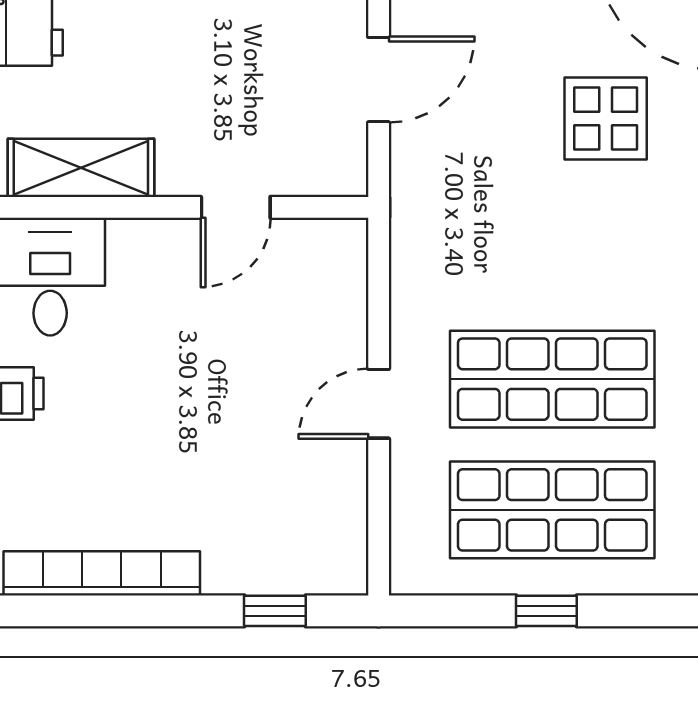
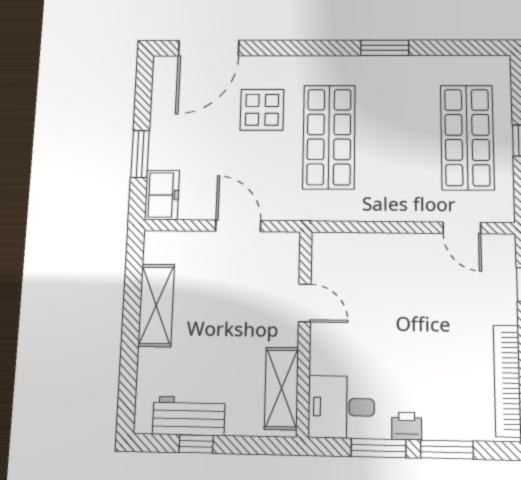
shop shelf: (552, 379) -> (329, 137), moved
door: (379, 404) -> (462, 228), moved

